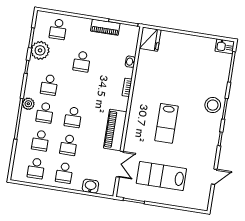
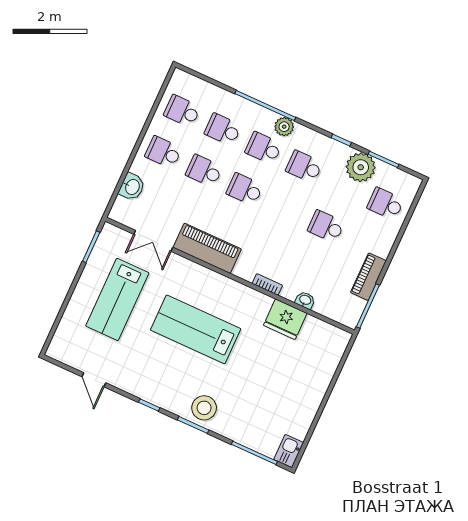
fridge: (150, 39) -> (285, 319), moved
lab bench: (166, 123) -> (196, 329), width x1.36, depth x1.39
lab bench: (161, 176) -> (117, 299), turned 180

